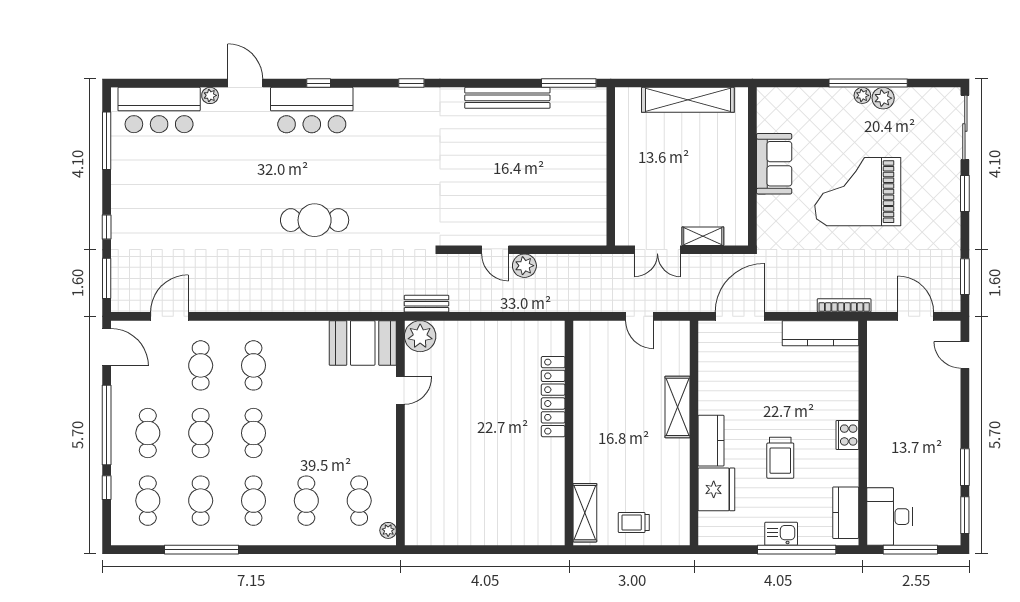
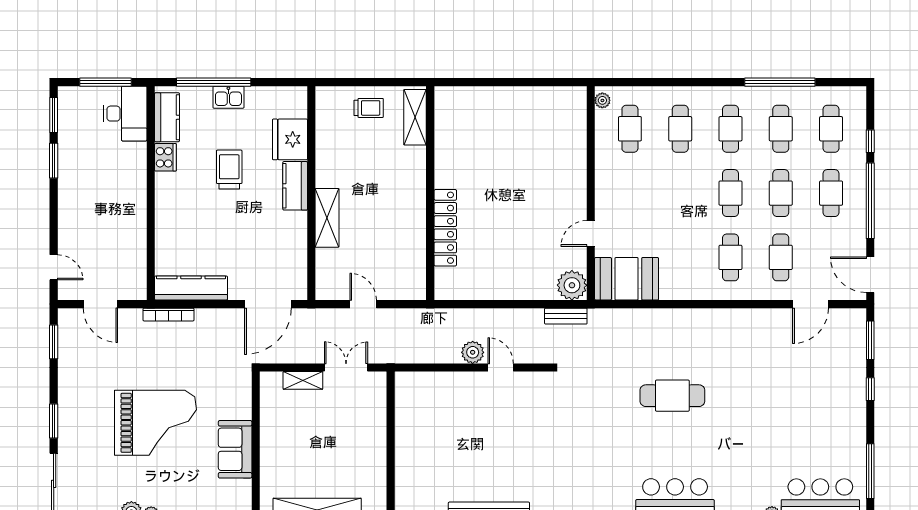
cooker: (847, 435) -> (165, 157), moved

